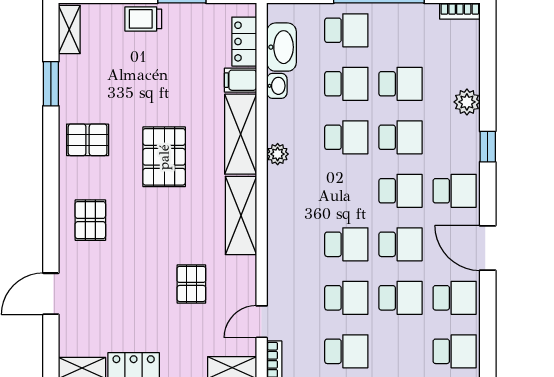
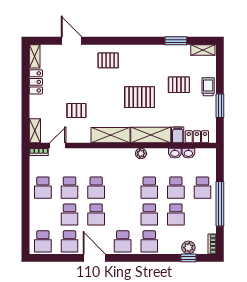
washbasin: (281, 47) -> (188, 153), width x0.52, depth x0.69
plant: (467, 102) -> (188, 248), moved
pallet: (88, 140) -> (179, 85), moved, turned 90
window: (488, 147) -> (189, 258), moved
school desk: (400, 191) -> (149, 241), moved
door: (488, 248) -> (94, 258), hinge flipped
door: (262, 322) -> (58, 146), hinge flipped

